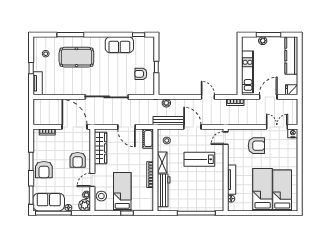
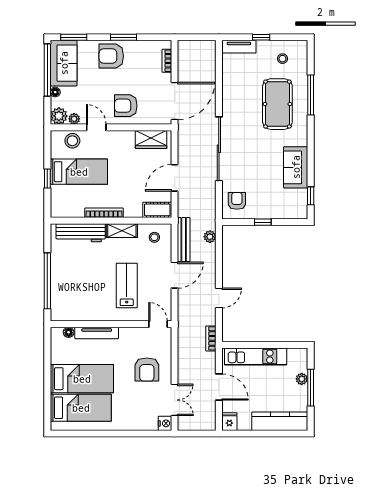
armchair: (141, 74) -> (237, 201), moved
wardrobe: (100, 148) -> (151, 139), width x0.67

